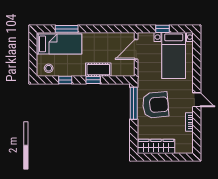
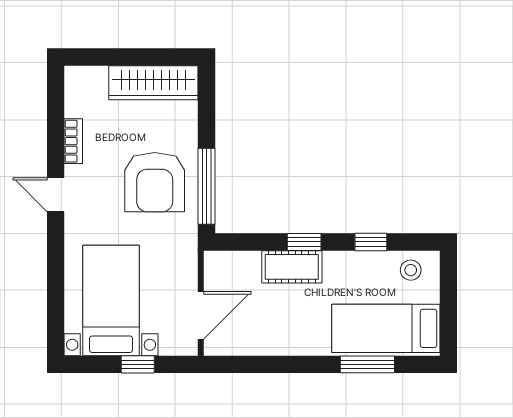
armchair: (155, 105) -> (155, 182), turned -85

